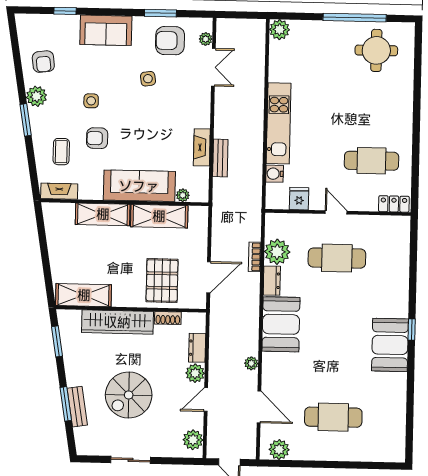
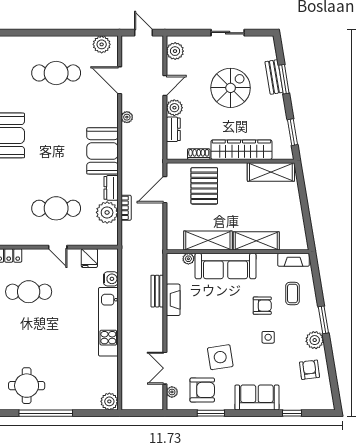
side table: (148, 79) -> (220, 357), width x1.87, depth x1.87

